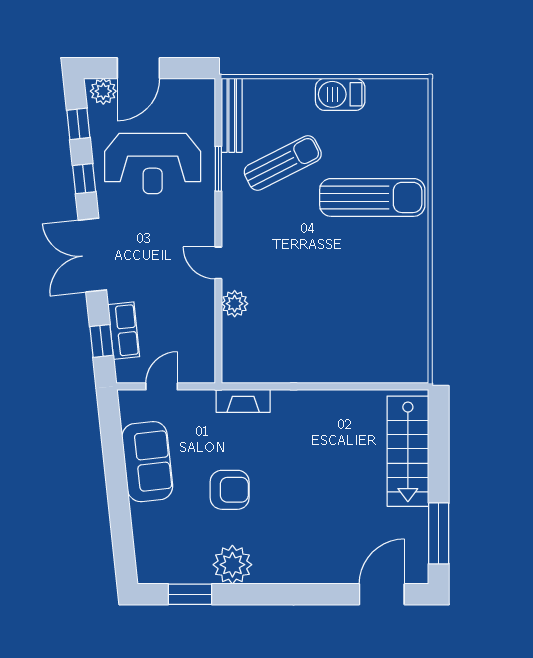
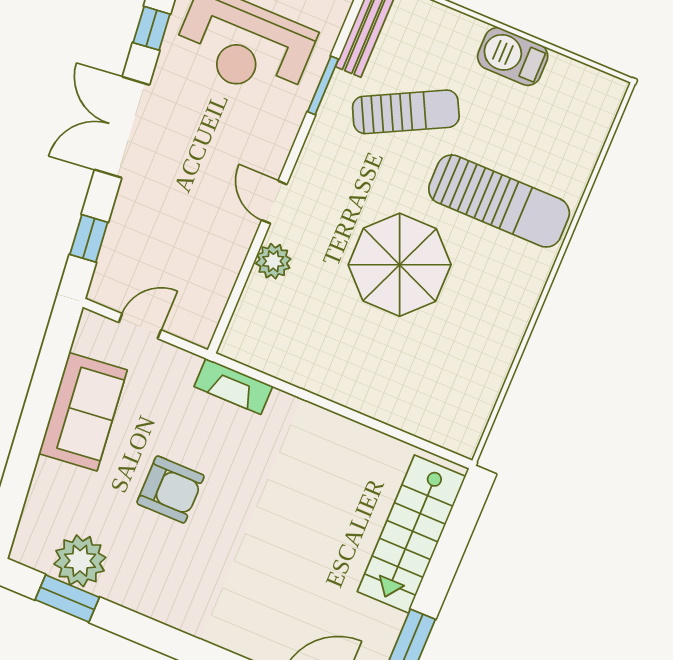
parasol: (322, 270) -> (400, 265), added
row of seats: (124, 331) -> (122, 237), removed
plant: (232, 565) -> (80, 561), moved

